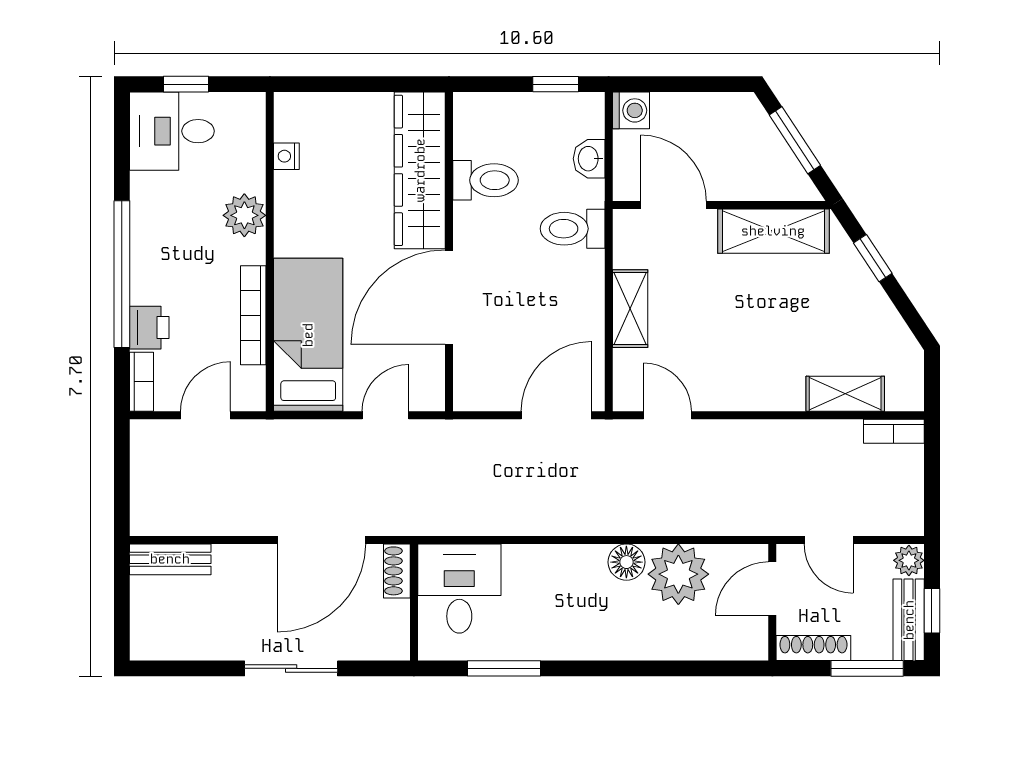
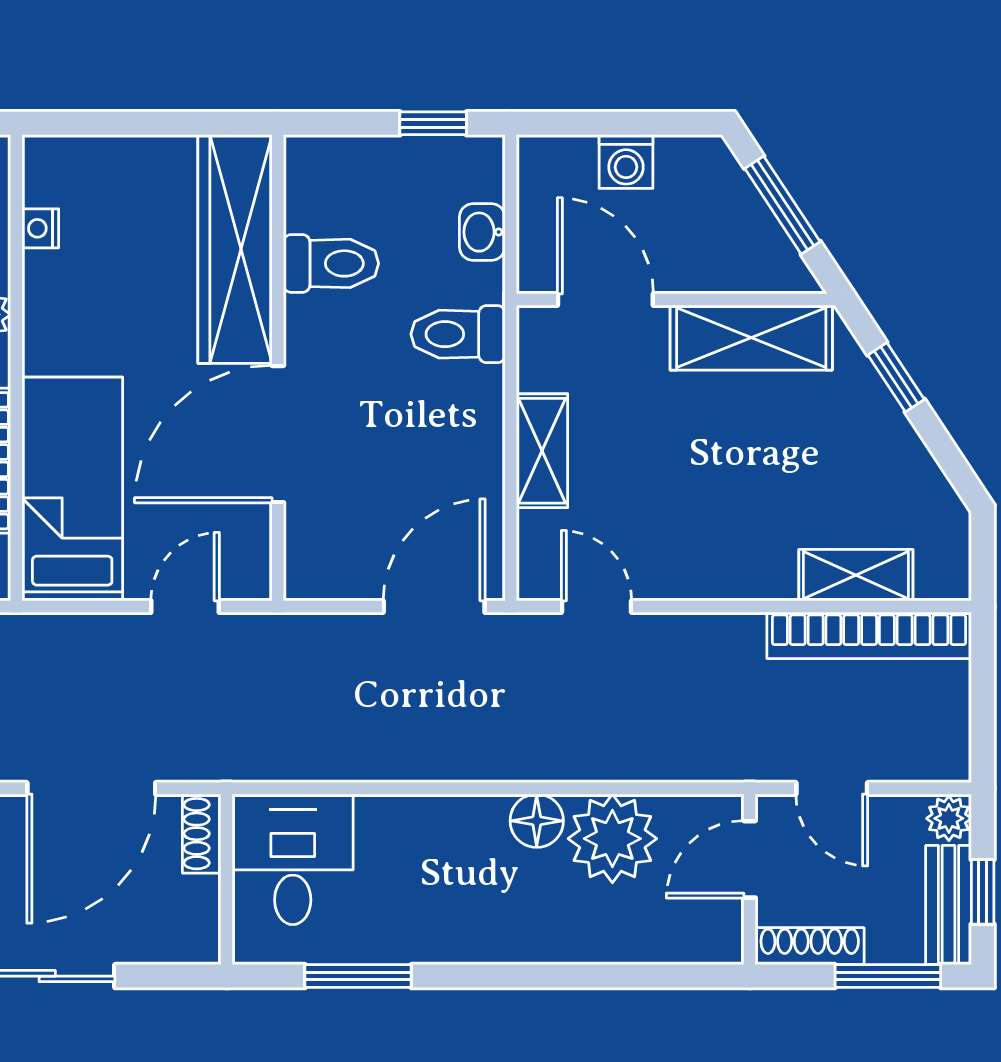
washing machine: (631, 110) -> (626, 162), moved, turned 90
bookcase: (894, 431) -> (869, 635), width x2.31, depth x1.31

